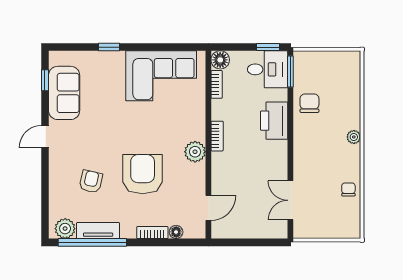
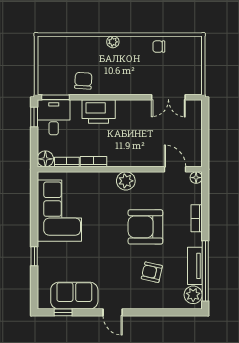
chair: (309, 103) -> (83, 81), turned 94
bookcase: (217, 136) -> (93, 162), moved
floor lamp: (176, 232) -> (196, 178), moved

